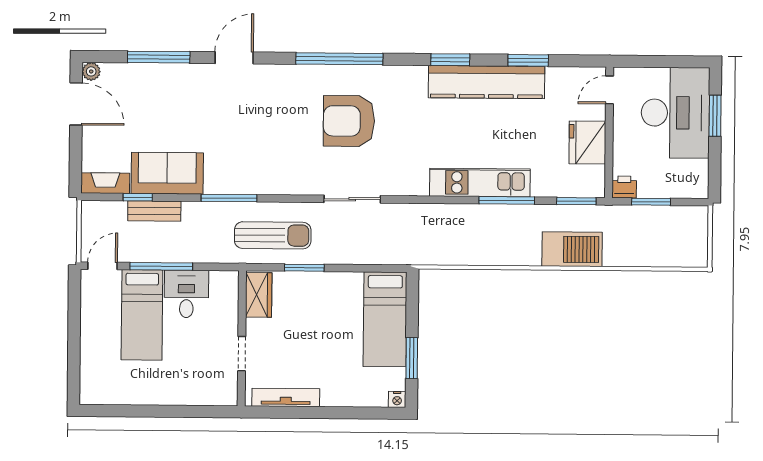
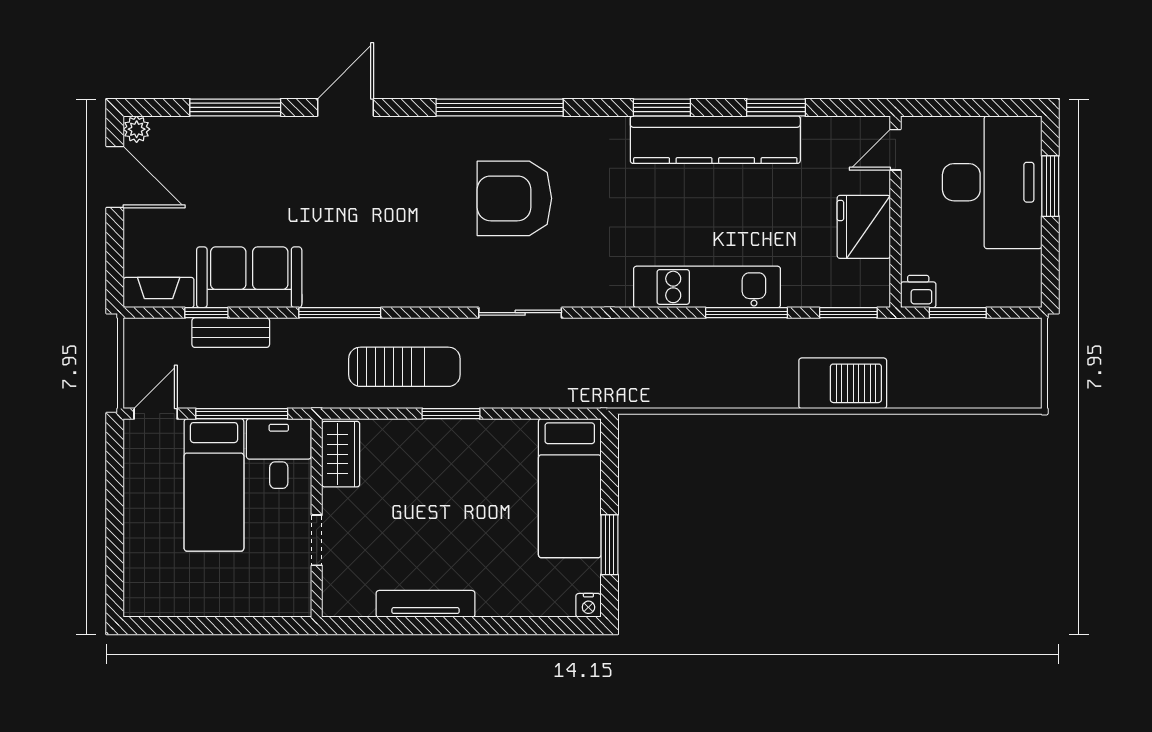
wardrobe: (259, 295) -> (341, 454), moved
wall: (242, 338) -> (317, 518), moved
doorway: (242, 354) -> (317, 540), moved

